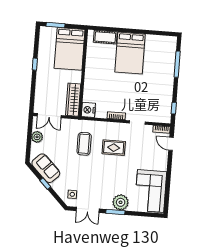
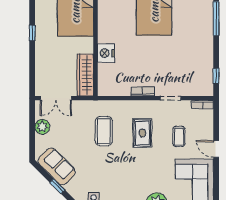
nightstand: (88, 110) -> (106, 53), moved
door: (171, 144) -> (216, 149), moved
rug: (114, 148) -> (142, 133), turned 90
coffee table: (142, 153) -> (179, 137), added

